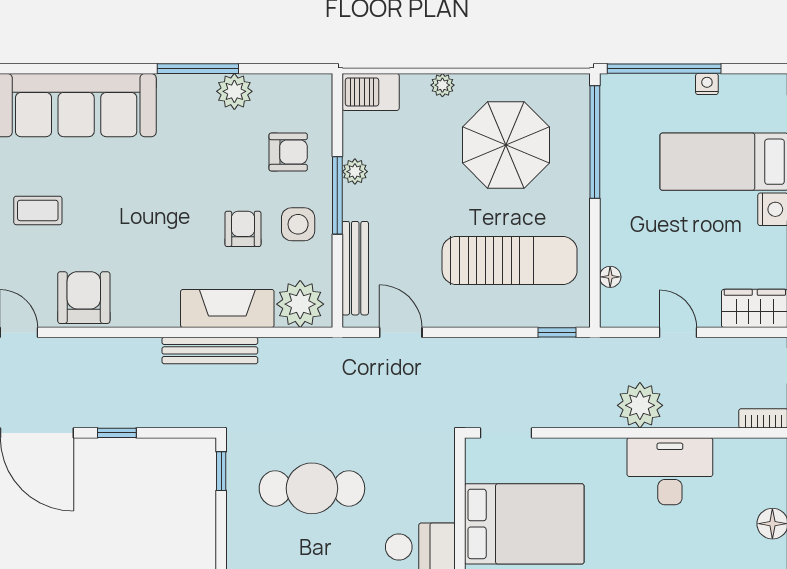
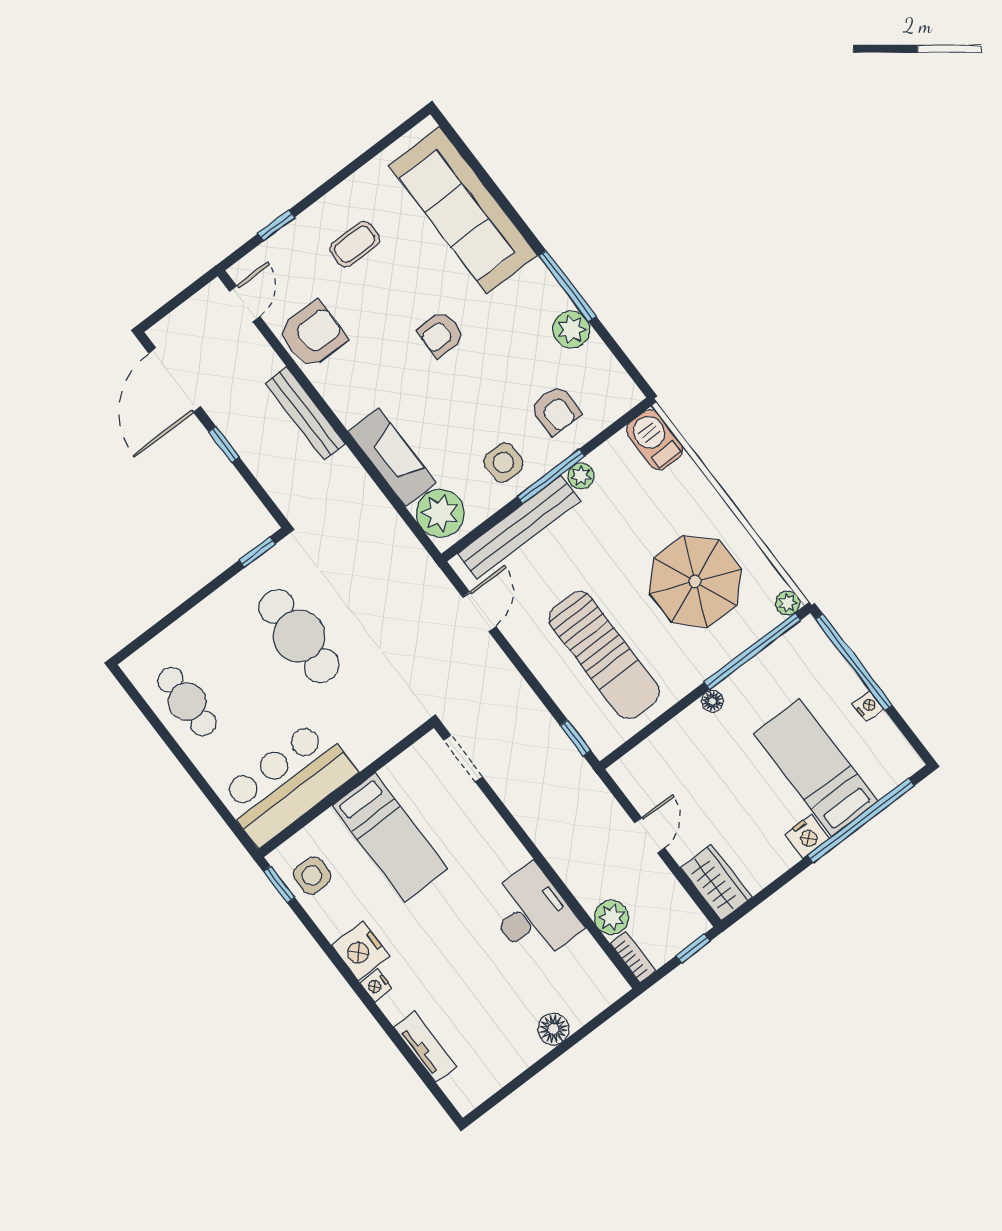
plant: (442, 85) -> (788, 603), moved
coffee table: (38, 210) -> (355, 244), turned 90
armchair: (243, 229) -> (441, 334), moved, turned 180
bench: (355, 268) -> (519, 527), width x1.37, depth x1.21
floor lamp: (610, 277) -> (712, 701), moved
bench: (210, 350) -> (305, 413), moved
plant: (640, 405) -> (611, 917), moved, width x0.73, depth x0.73
bed: (524, 524) -> (390, 837), width x0.67

